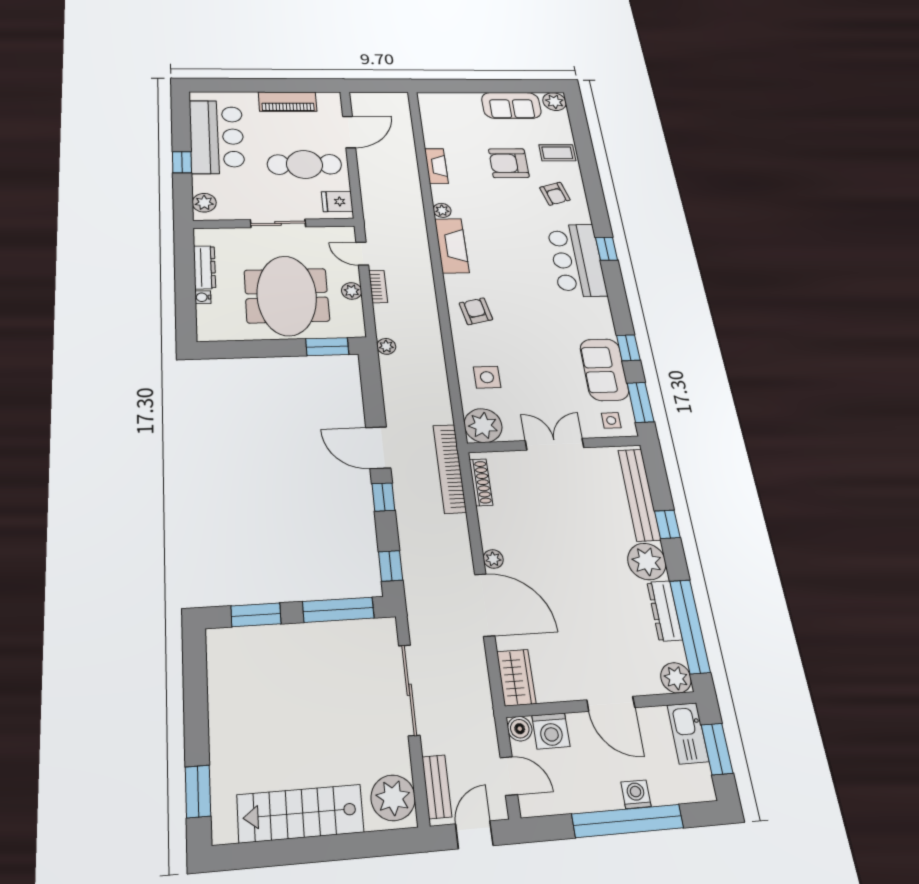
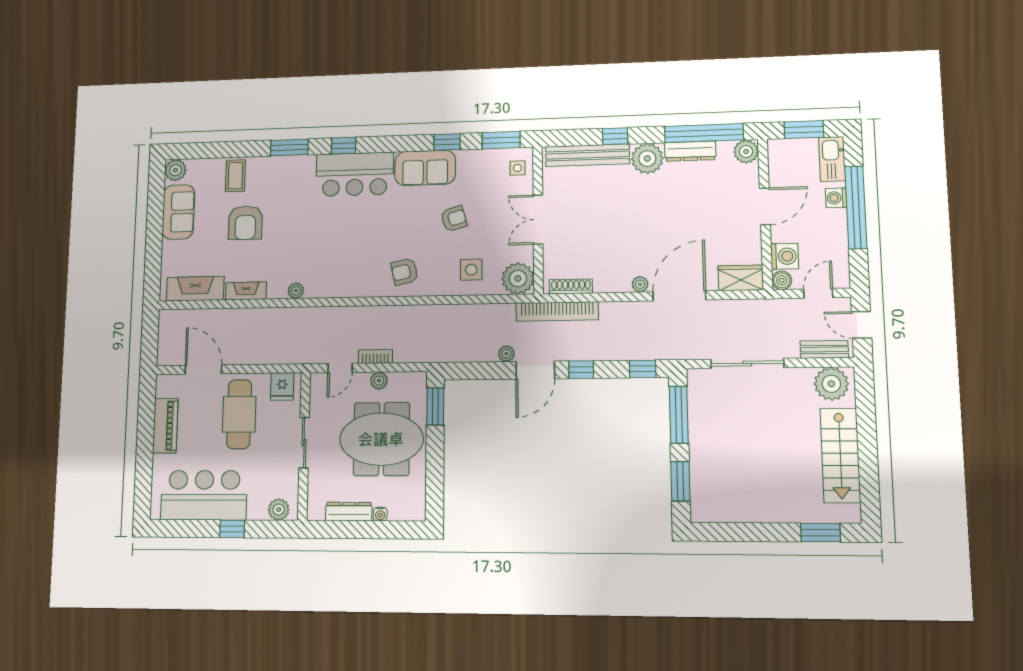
armchair: (555, 194) -> (454, 219), moved
window: (596, 199) -> (289, 148), added
fireplace: (452, 246) -> (195, 289), moved
plant: (386, 346) -> (506, 354), moved
sofa: (604, 370) -> (425, 168), moved
kitchen sink: (688, 733) -> (832, 159), moved, turned 90

